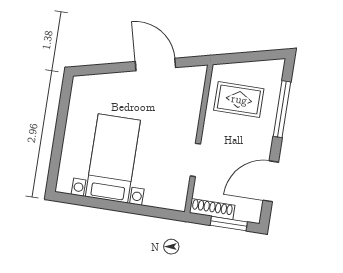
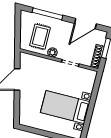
plant: (212, 125) -> (52, 52), added
door: (271, 181) -> (85, 24), hinge flipped

